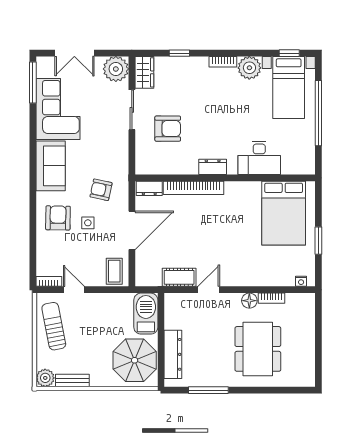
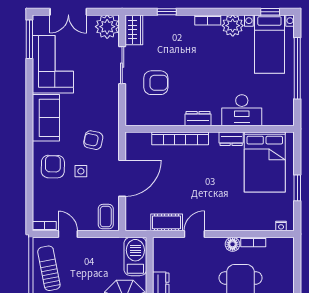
dresser: (149, 188) -> (231, 139), moved

